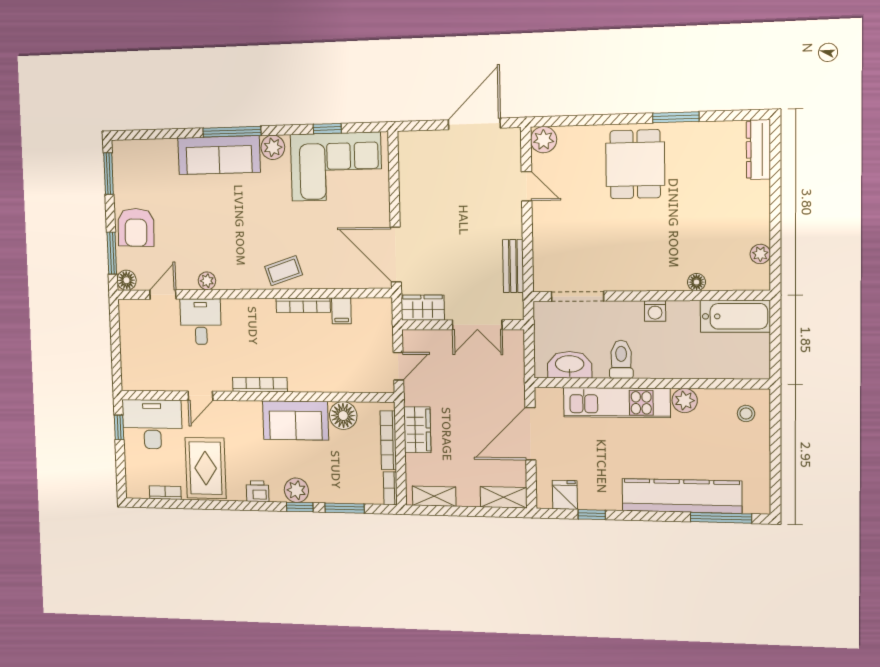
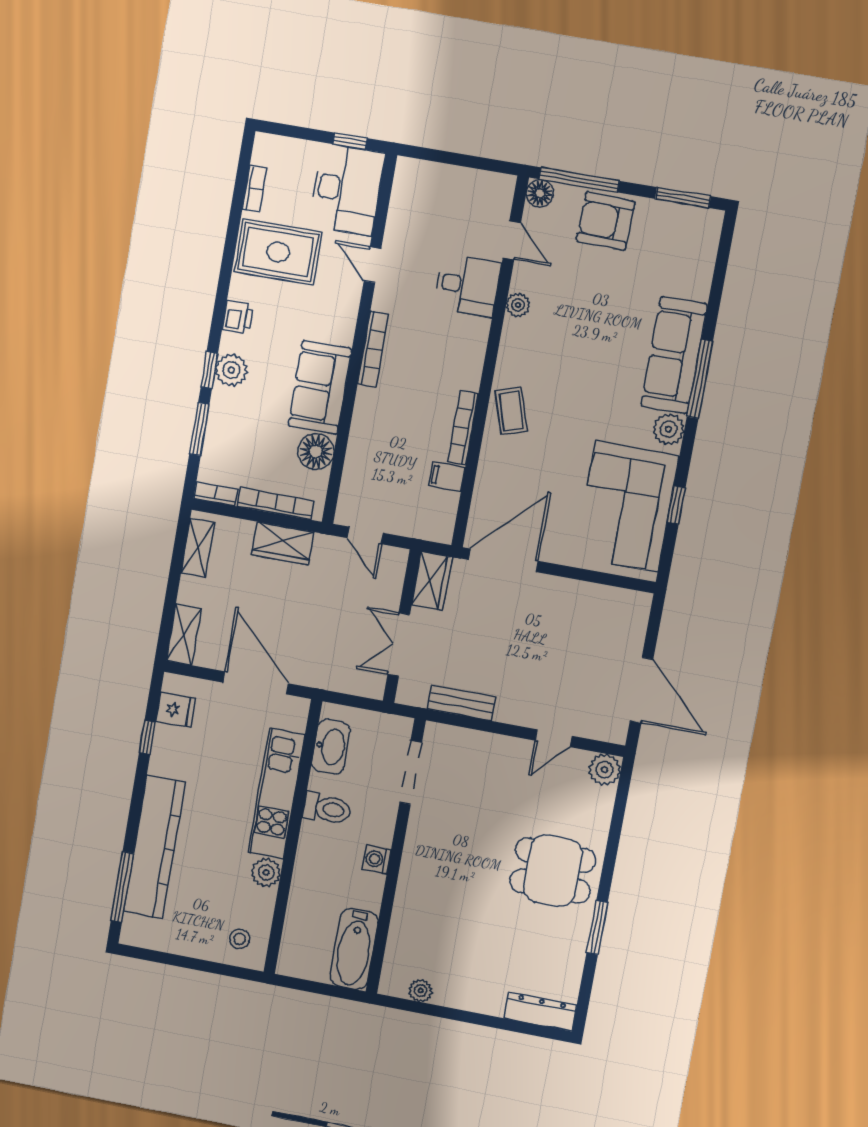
window: (112, 253) -> (579, 180), width x1.44
floor lamp: (696, 282) -> (402, 913), removed

